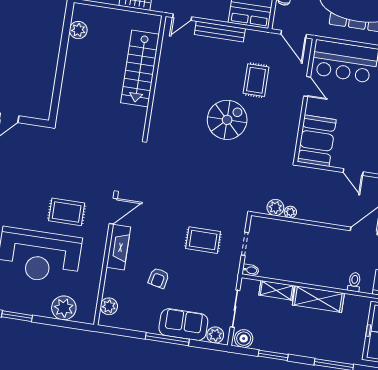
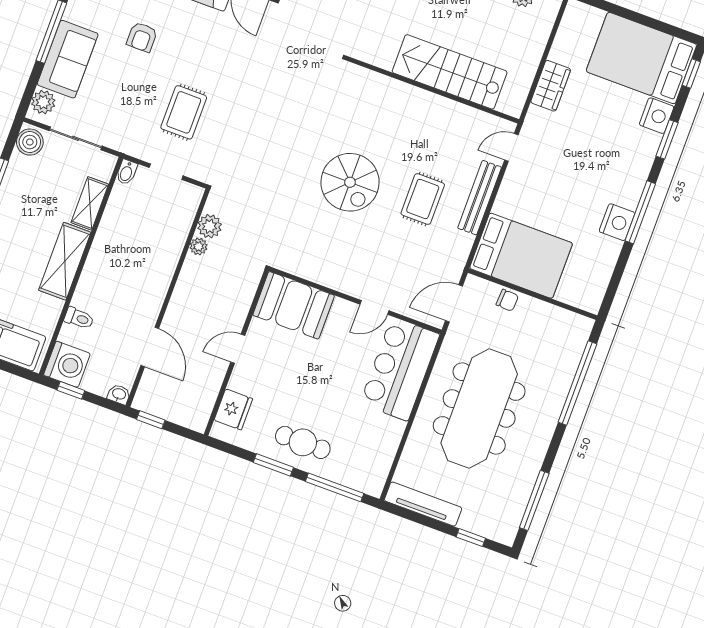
door: (182, 17) -> (511, 147), hinge flipped
rug: (256, 80) -> (423, 199), moved, turned 90
armchair: (159, 278) -> (142, 37), turned -102

